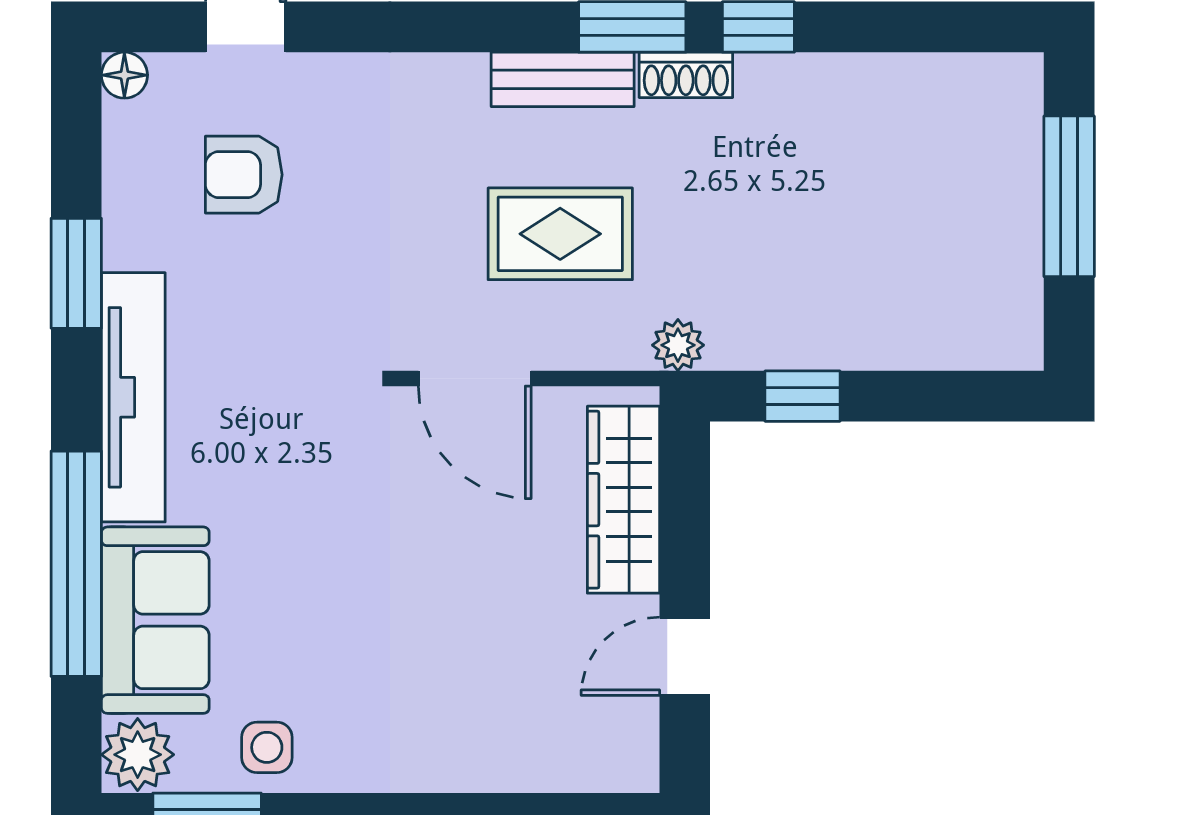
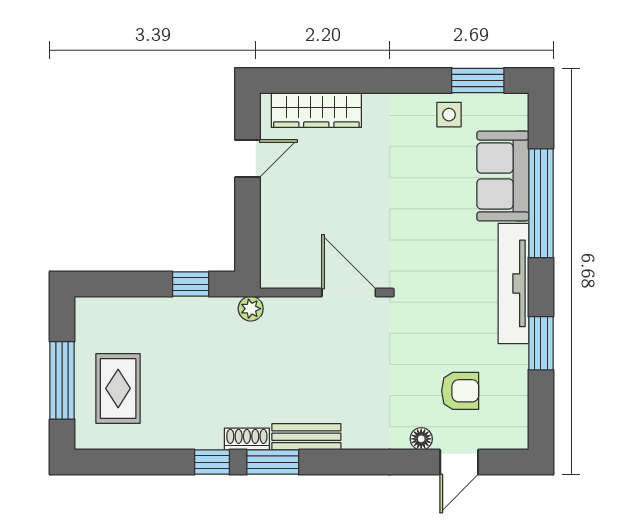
floor lamp: (124, 75) -> (421, 439), moved
rug: (560, 234) -> (118, 388), moved, turned 90
wardrobe: (623, 500) -> (316, 110), moved, turned 90
plant: (138, 755) -> (511, 111), removed

